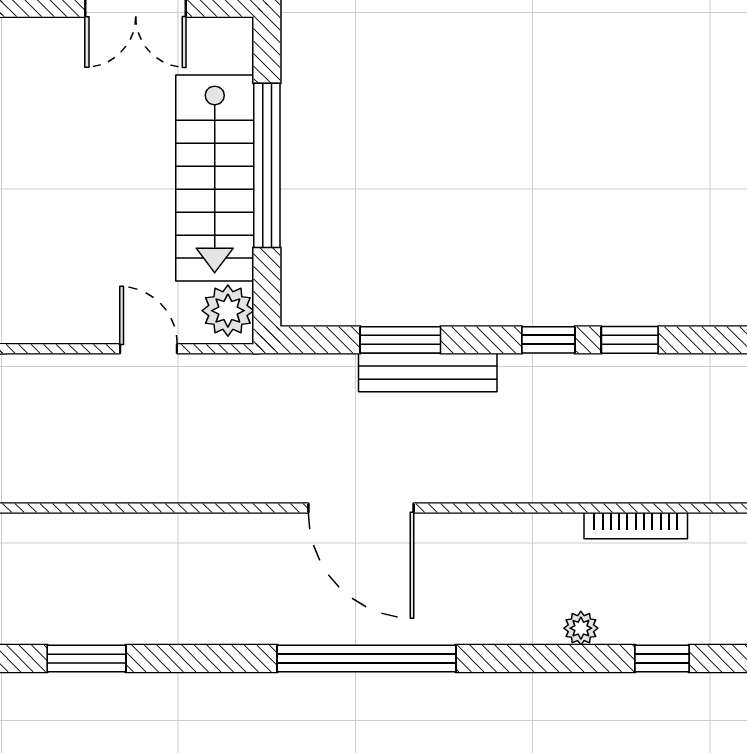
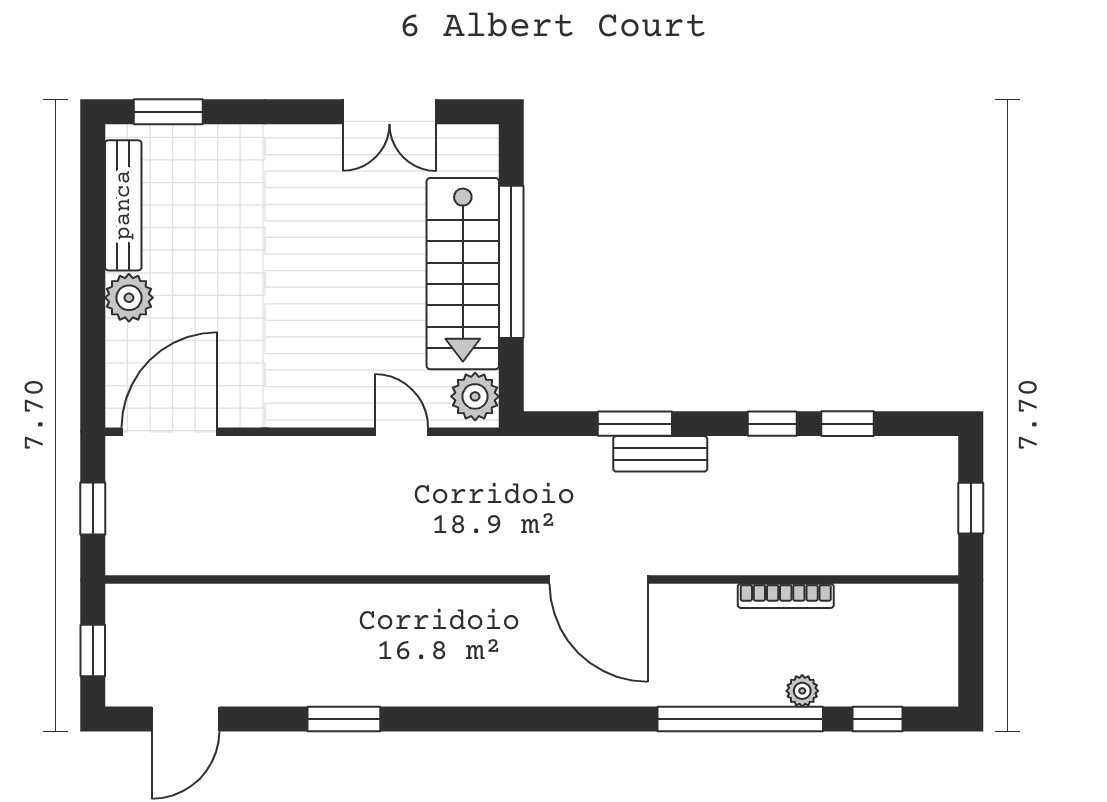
bench: (428, 372) -> (660, 454), width x0.73
bookcase: (636, 526) -> (786, 596), moved
window: (367, 659) -> (740, 719), moved

